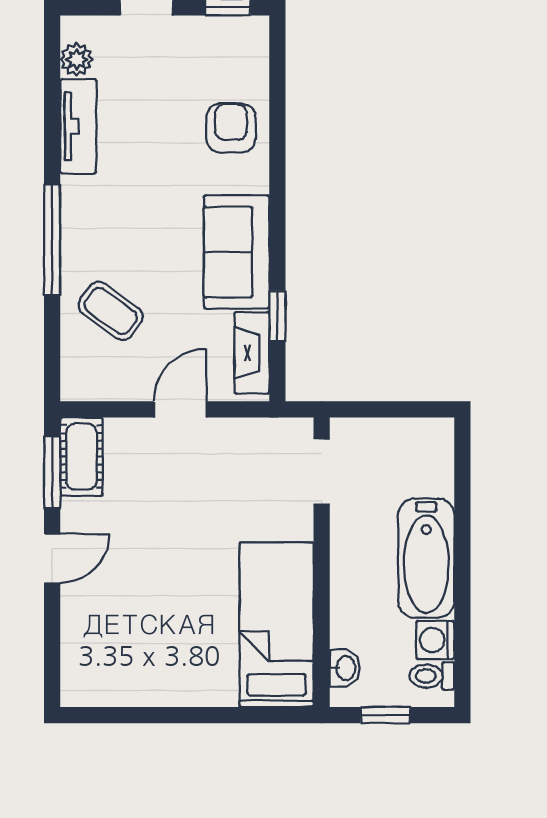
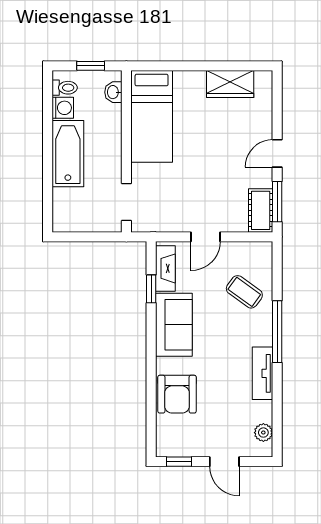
tv unit: (78, 126) -> (262, 373), moved
armchair: (231, 128) -> (177, 394), width x1.38, depth x1.38
wardrobe: (136, 683) -> (230, 84), added

